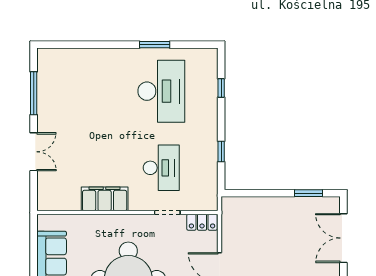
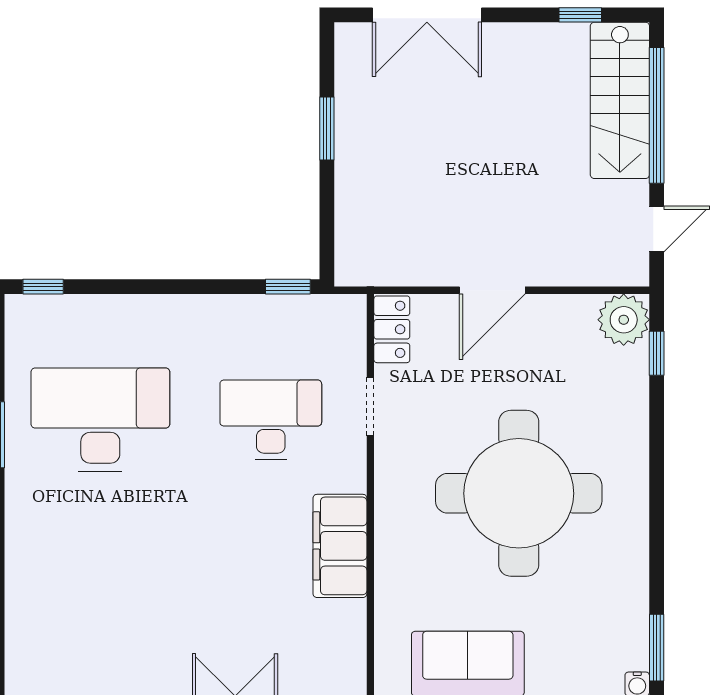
window: (221, 88) -> (43, 287), moved
window: (221, 151) -> (288, 287), moved
window: (308, 193) -> (327, 129), moved

